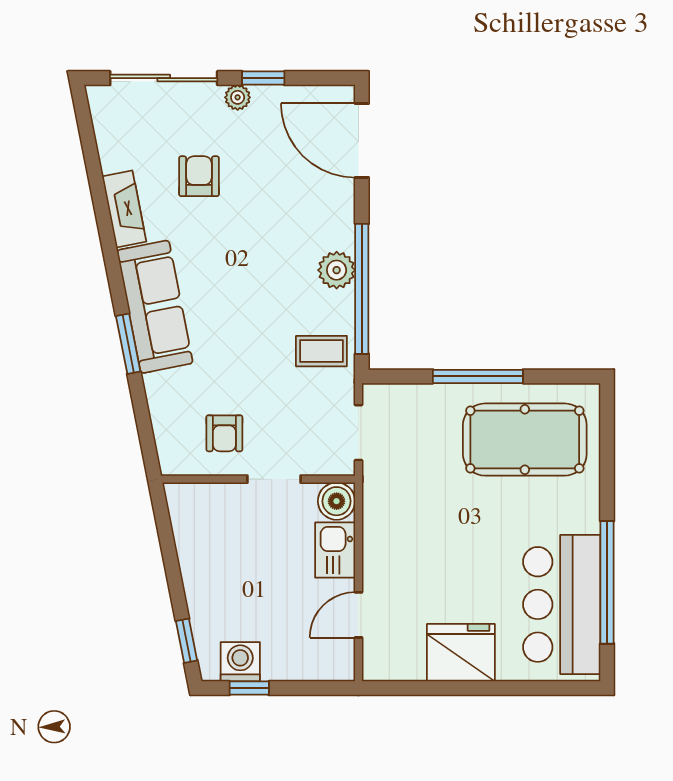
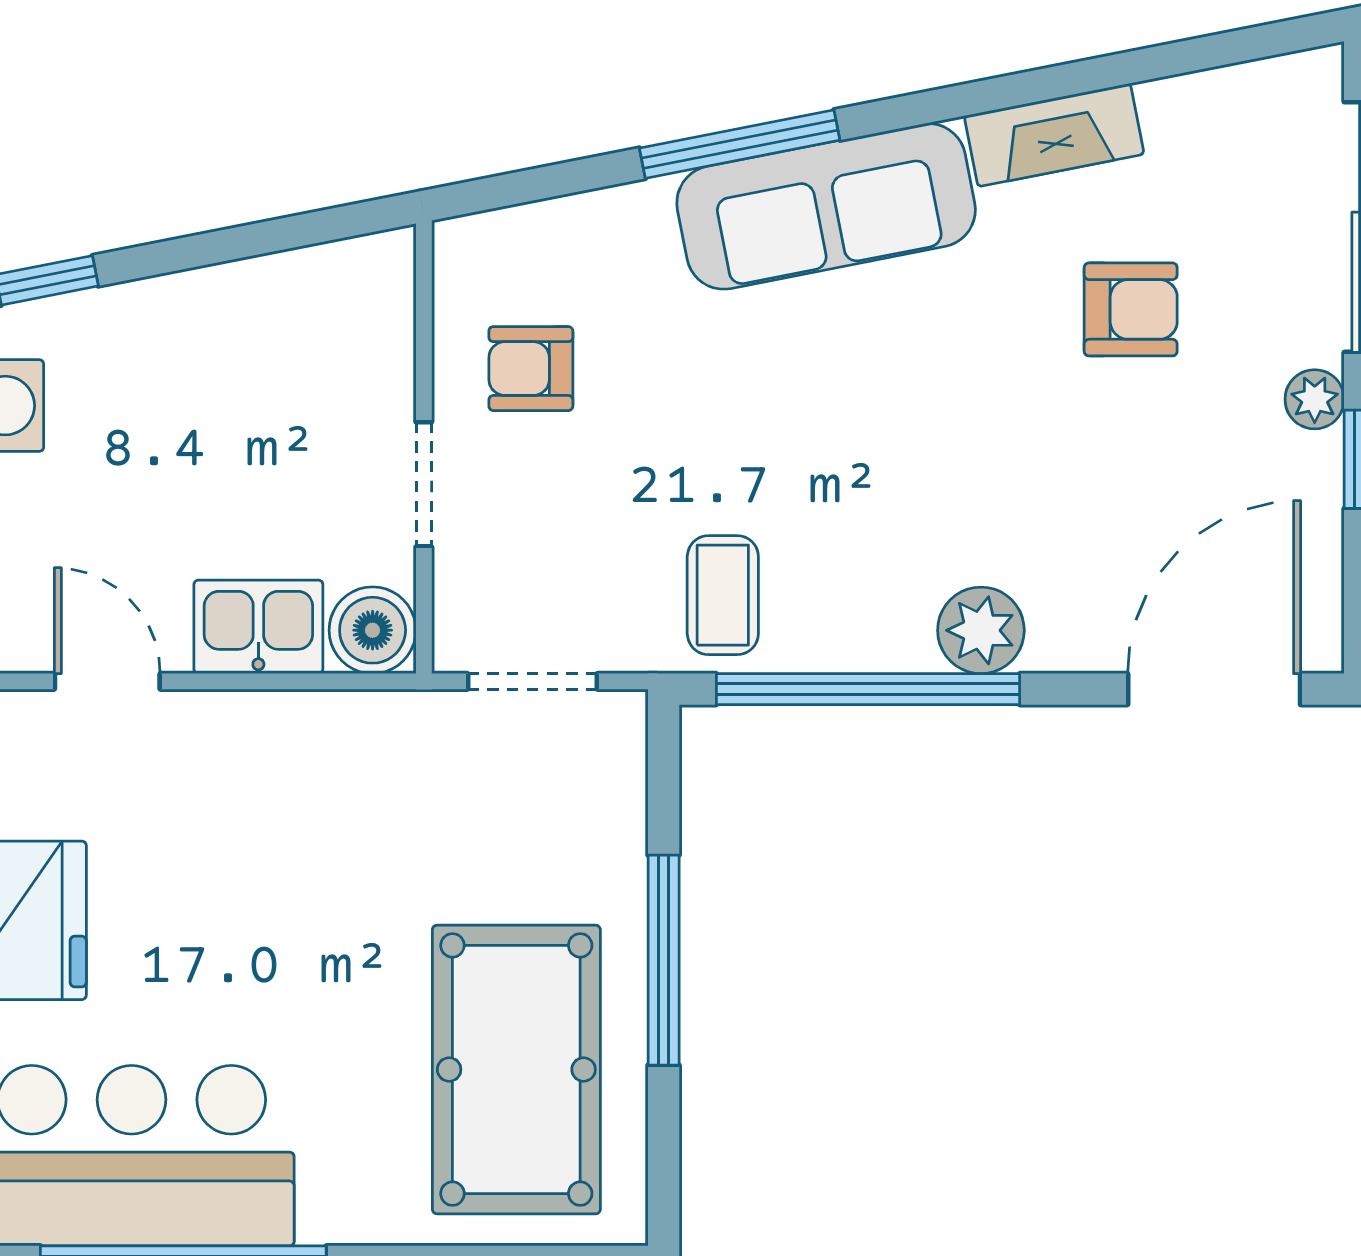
plant: (337, 270) -> (981, 630), moved
window: (128, 344) -> (740, 144), width x1.44

